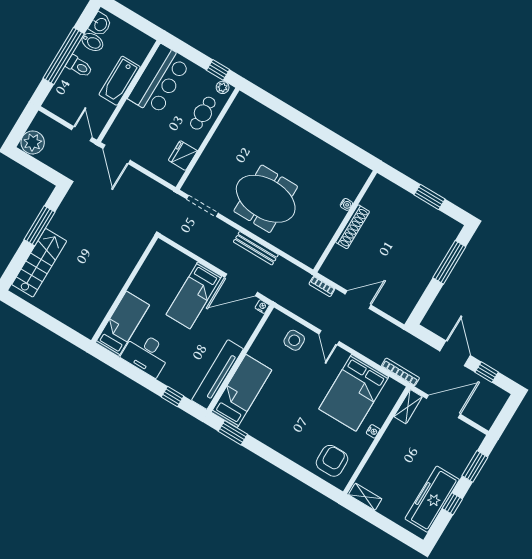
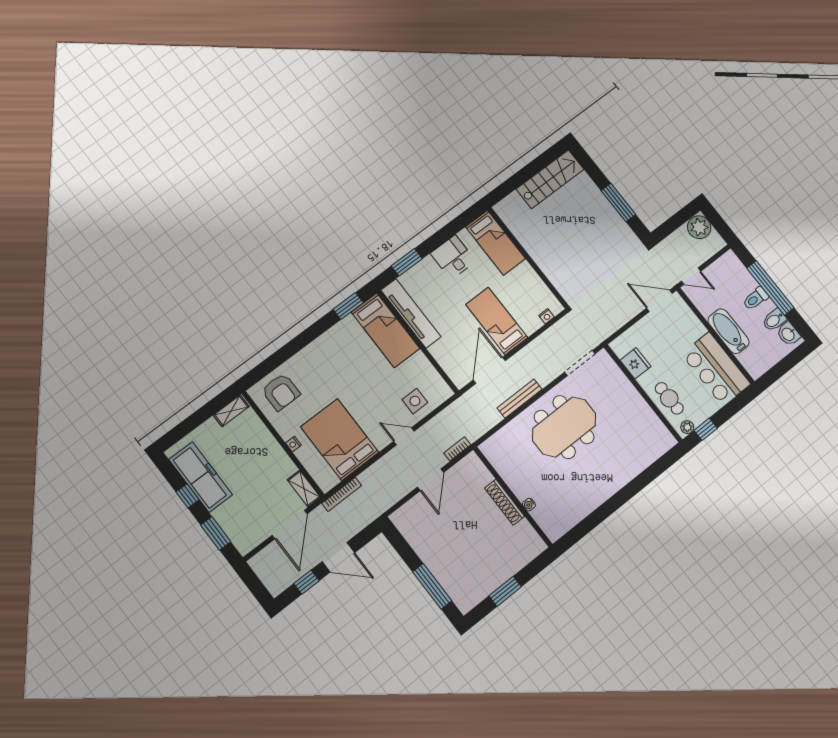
stairs: (39, 263) -> (550, 179), moved, turned -90
nightstand: (262, 307) -> (546, 316), moved
desk: (146, 354) -> (453, 257), width x0.73
window: (172, 396) -> (407, 262), width x1.50

